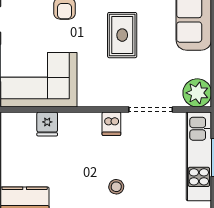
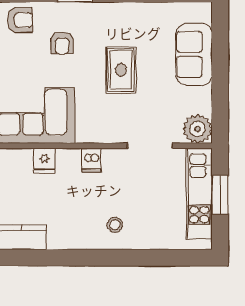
dishwasher: (111, 124) -> (91, 160), moved

